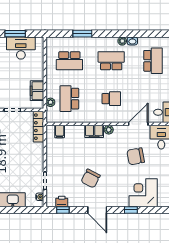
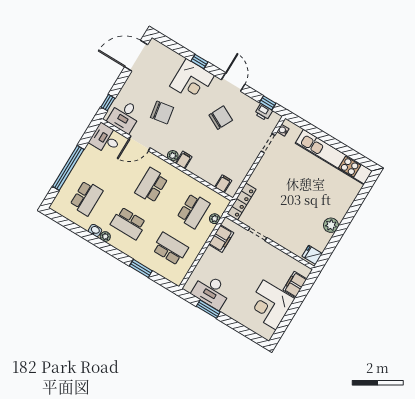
school desk: (153, 61) -> (86, 198), turned 180
school desk: (111, 99) -> (151, 185), width x1.85
filing cabinet: (94, 131) -> (184, 160), width x0.50
corner desk: (143, 193) -> (192, 81), moved

